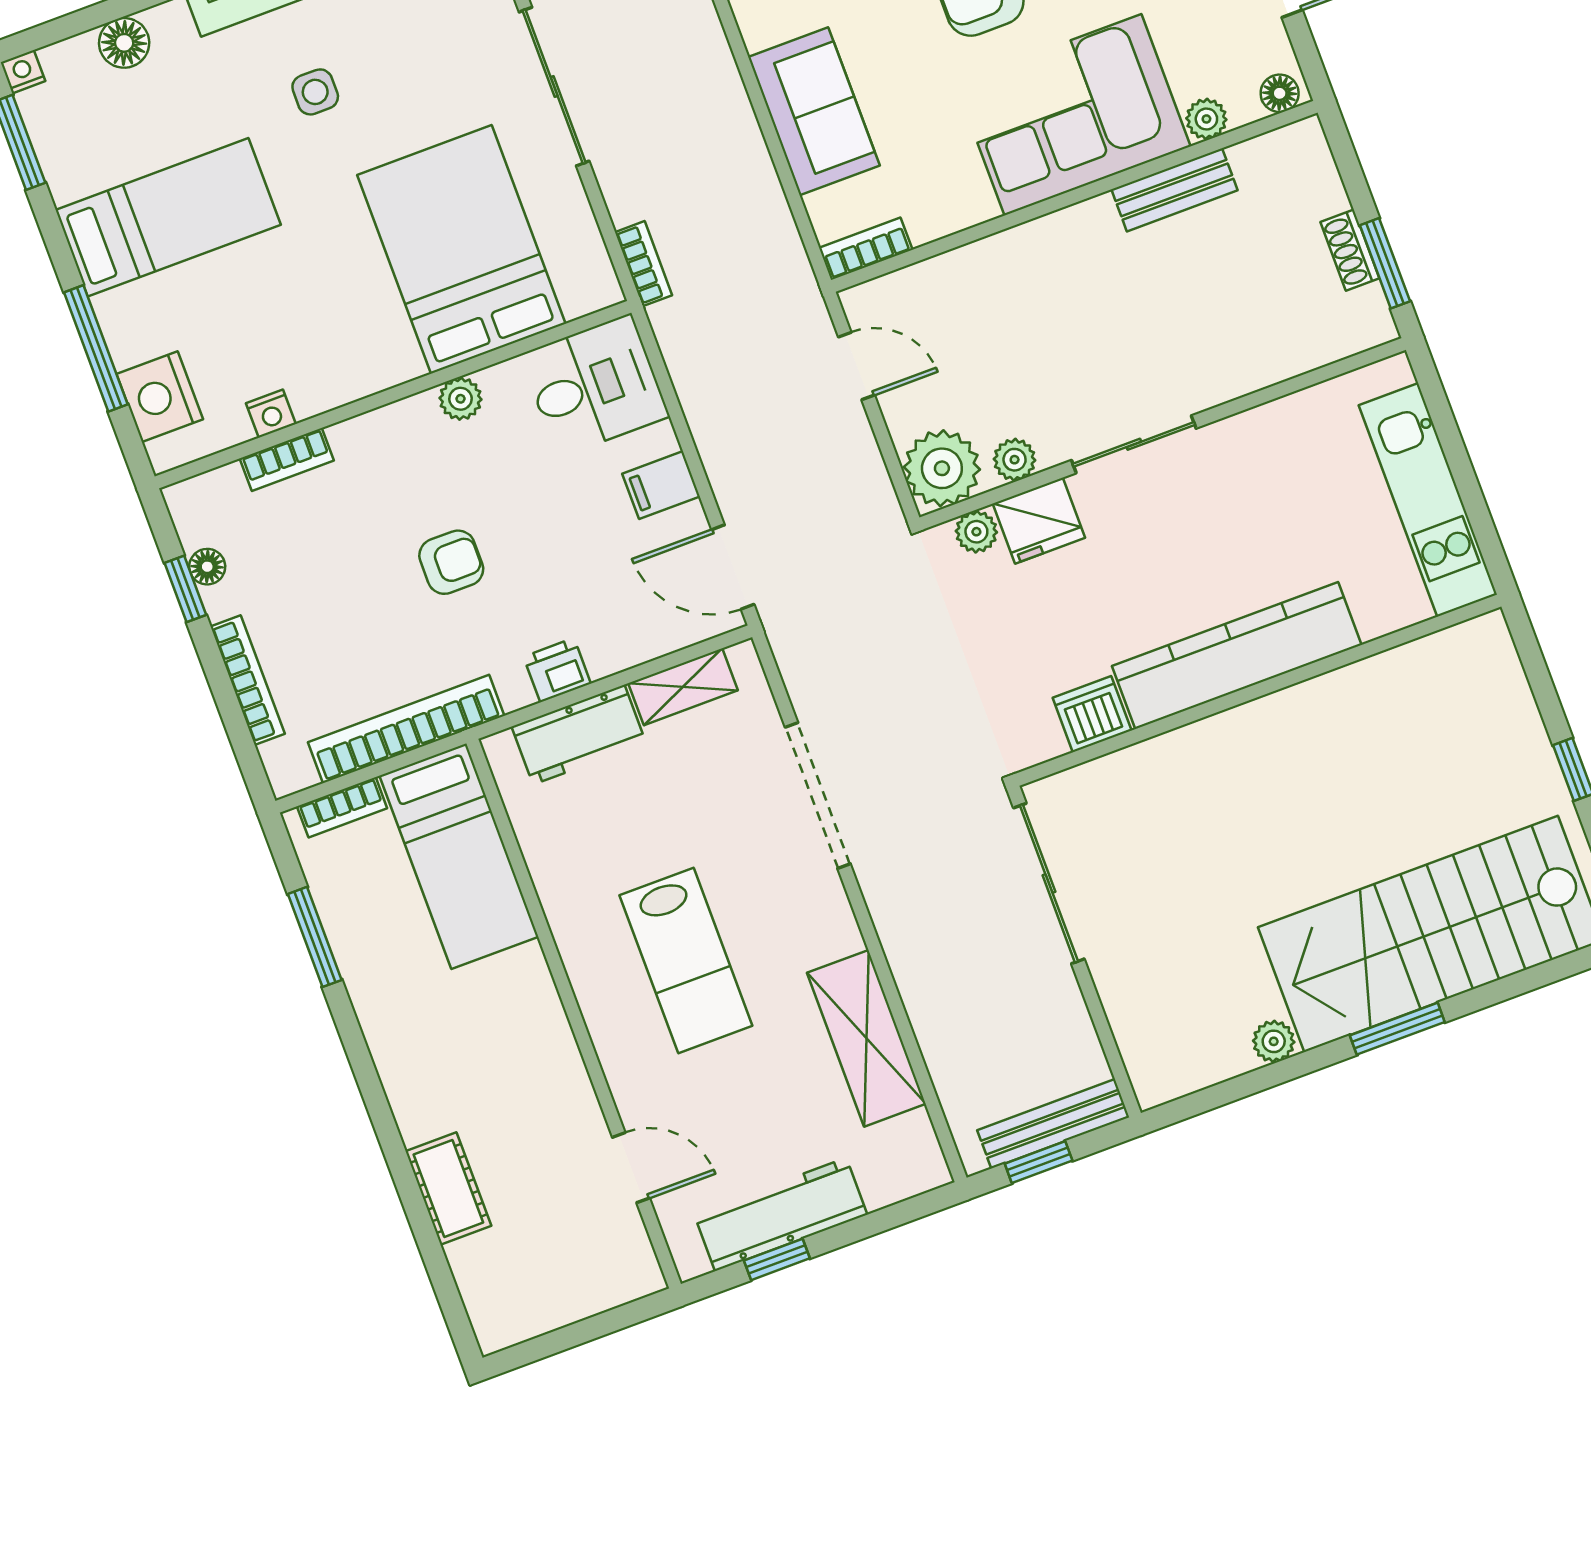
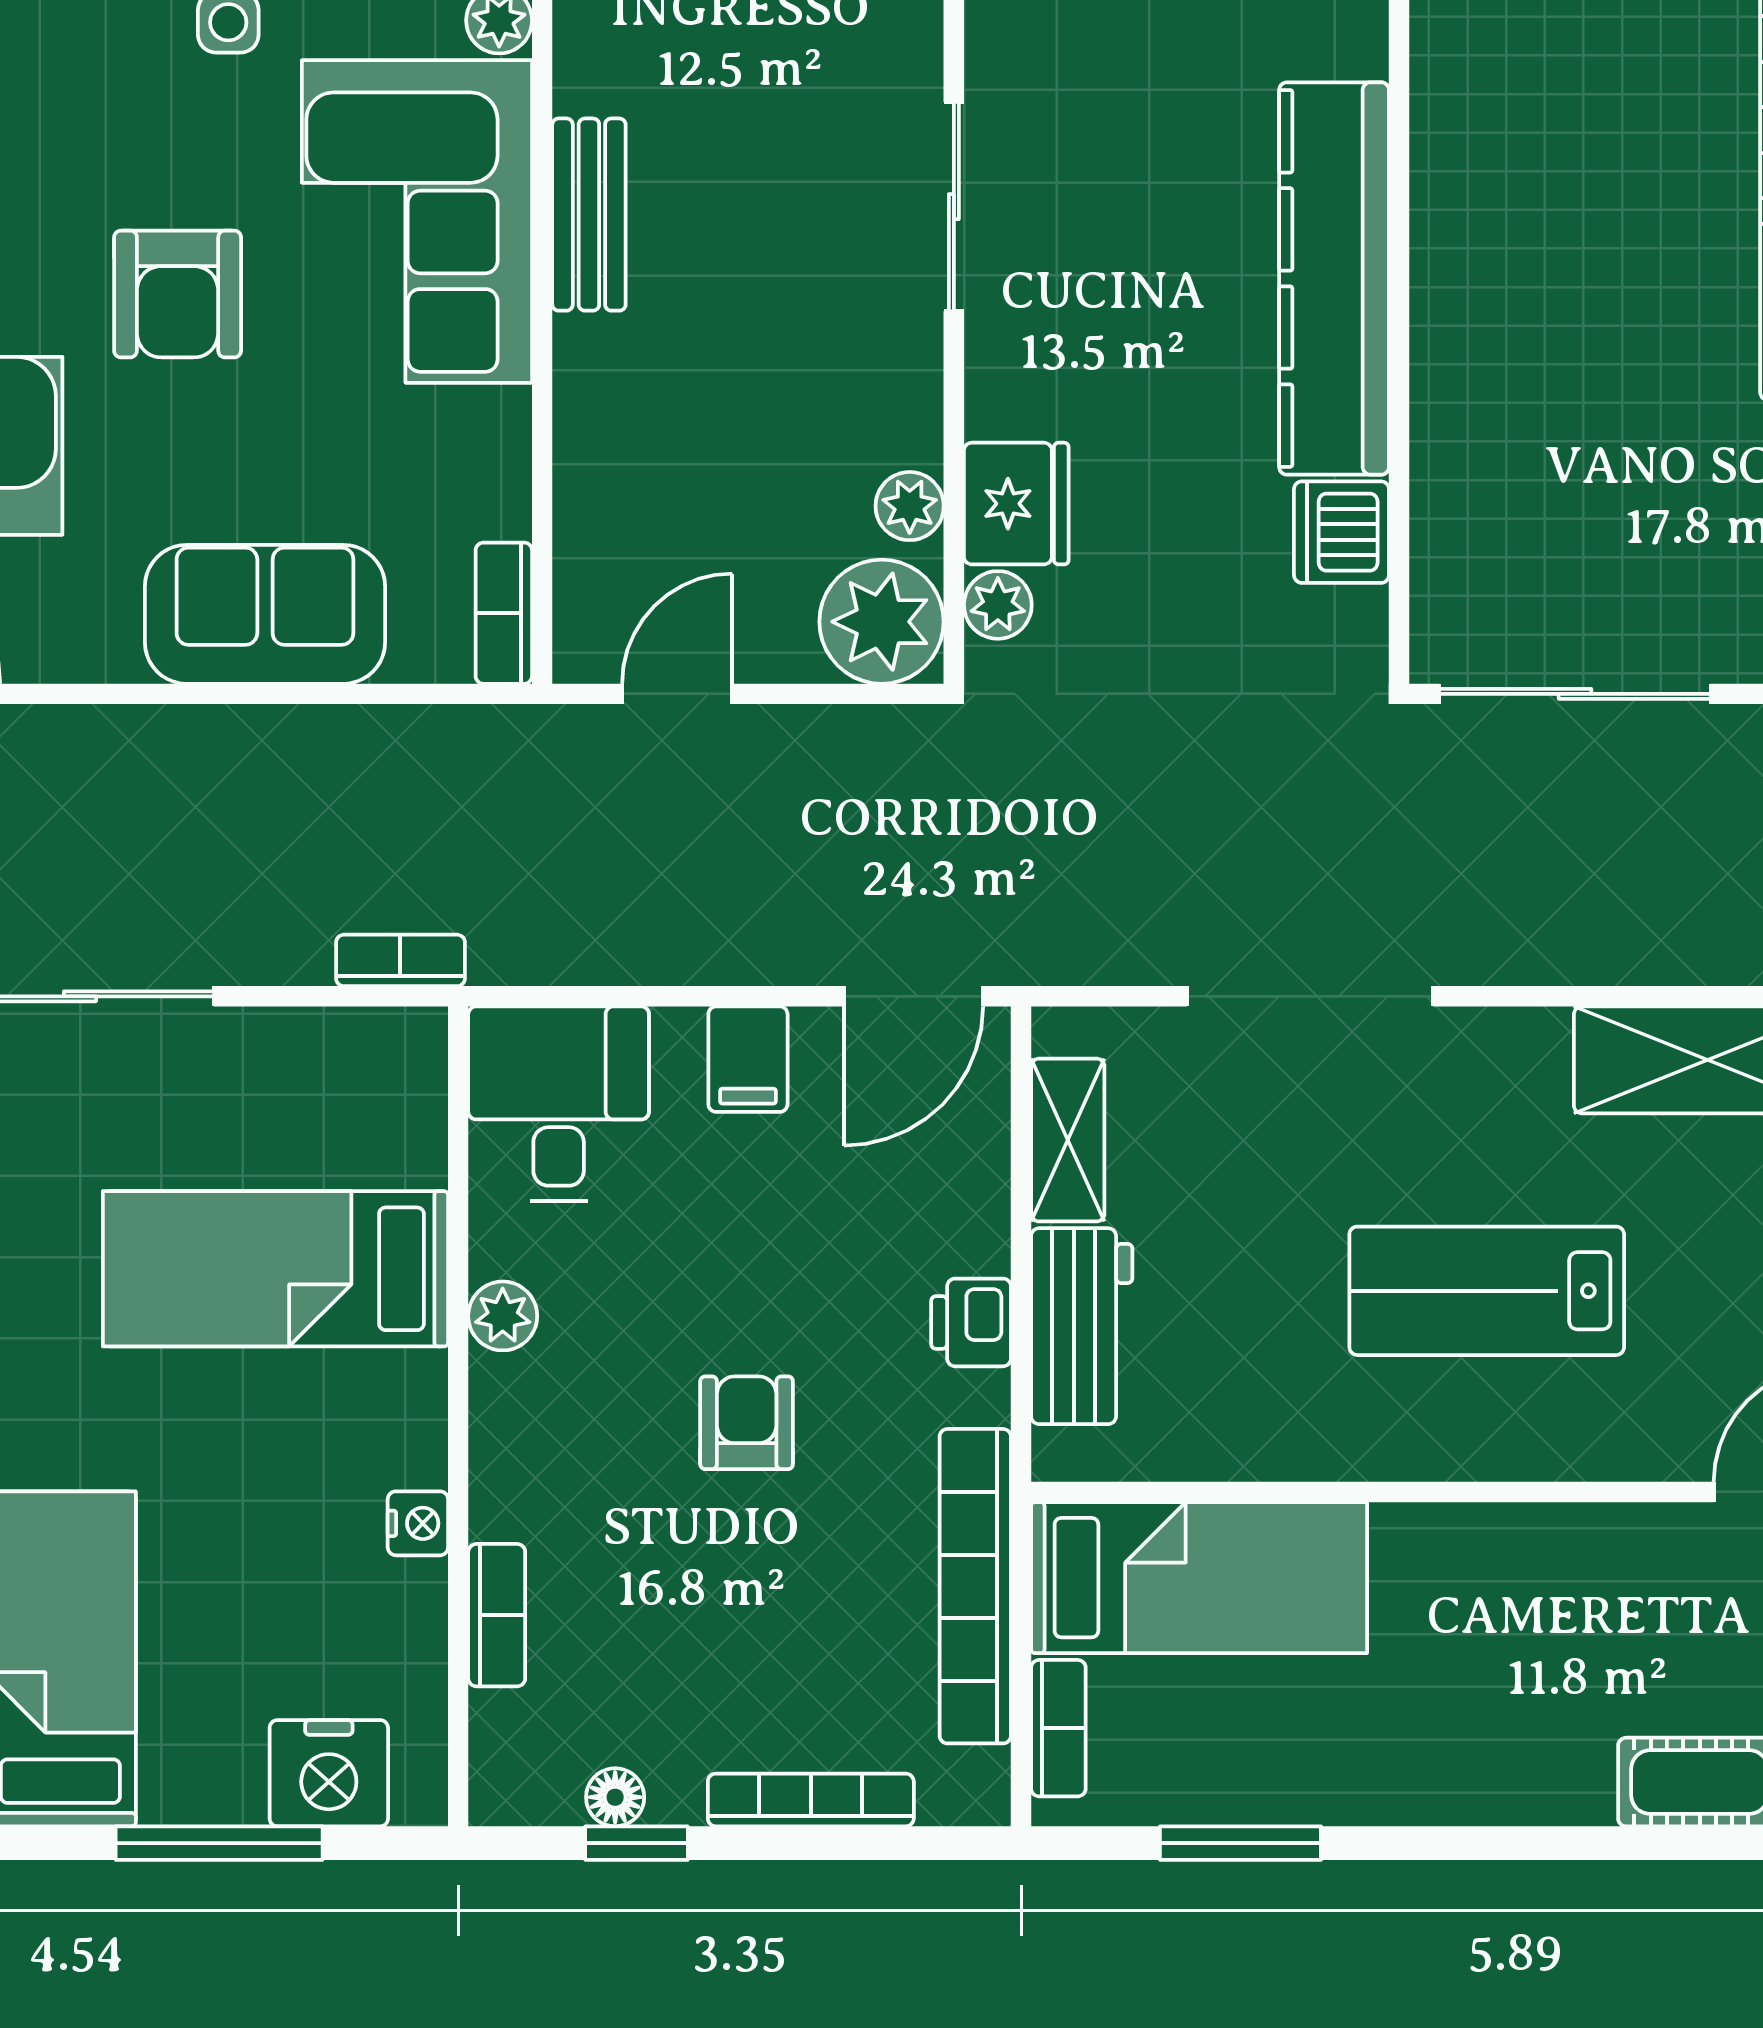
bench: (1174, 190) -> (589, 215), moved
bed: (461, 249) -> (275, 1269), width x0.67
nightstand: (271, 414) -> (418, 1523), moved
sliding door: (1134, 444) -> (954, 207), moved
lab bench: (686, 961) -> (1487, 1291), turned 180

